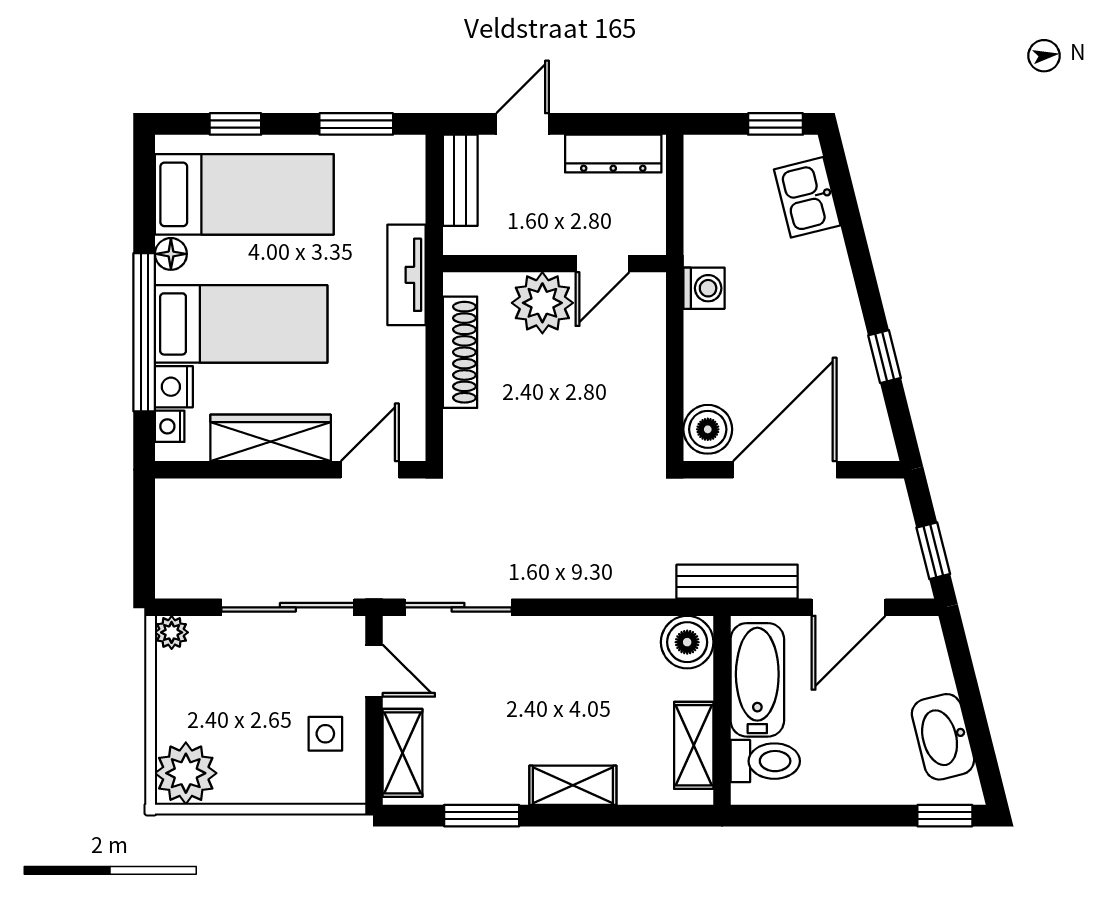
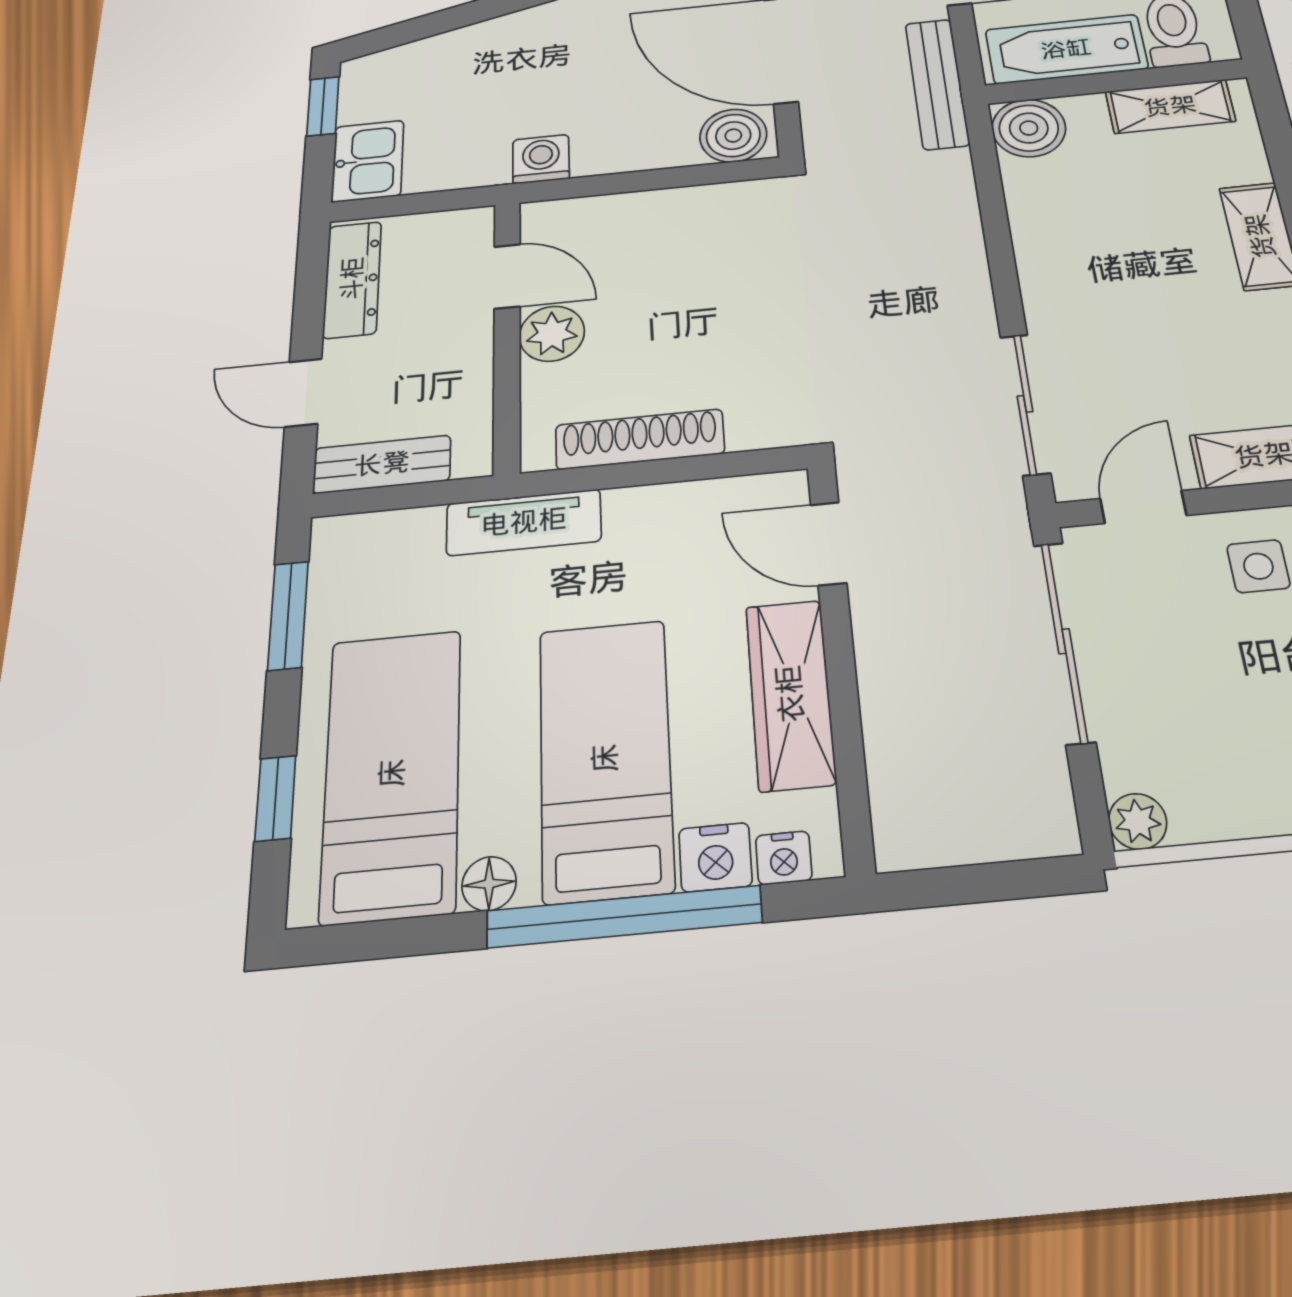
kitchen sink: (807, 197) -> (368, 161), moved, turned -76
plant: (542, 303) -> (552, 334), width x0.73, depth x0.73

